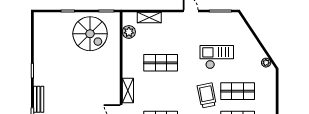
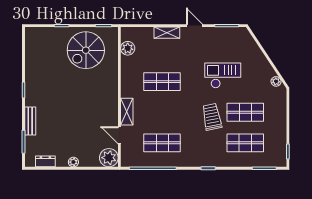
shelving: (149, 18) -> (167, 33), moved
spiral stairs: (90, 34) -> (86, 50), turned 90

